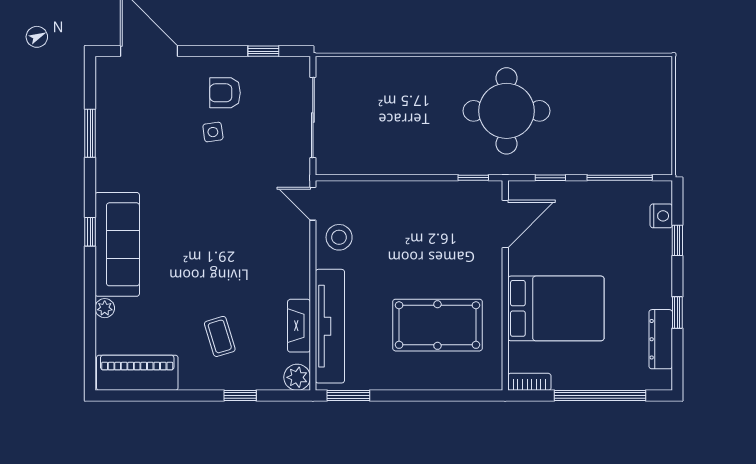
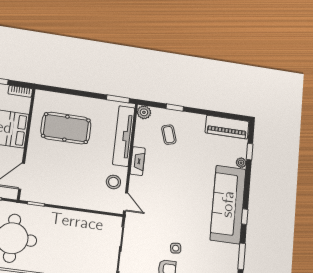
window: (90, 232) -> (245, 217), moved
sofa: (117, 244) -> (228, 204), width x1.36, depth x1.27
fireplace: (299, 326) -> (138, 161), moved
window: (90, 332) -> (250, 152), added
coffee table: (220, 336) -> (169, 135), moved

